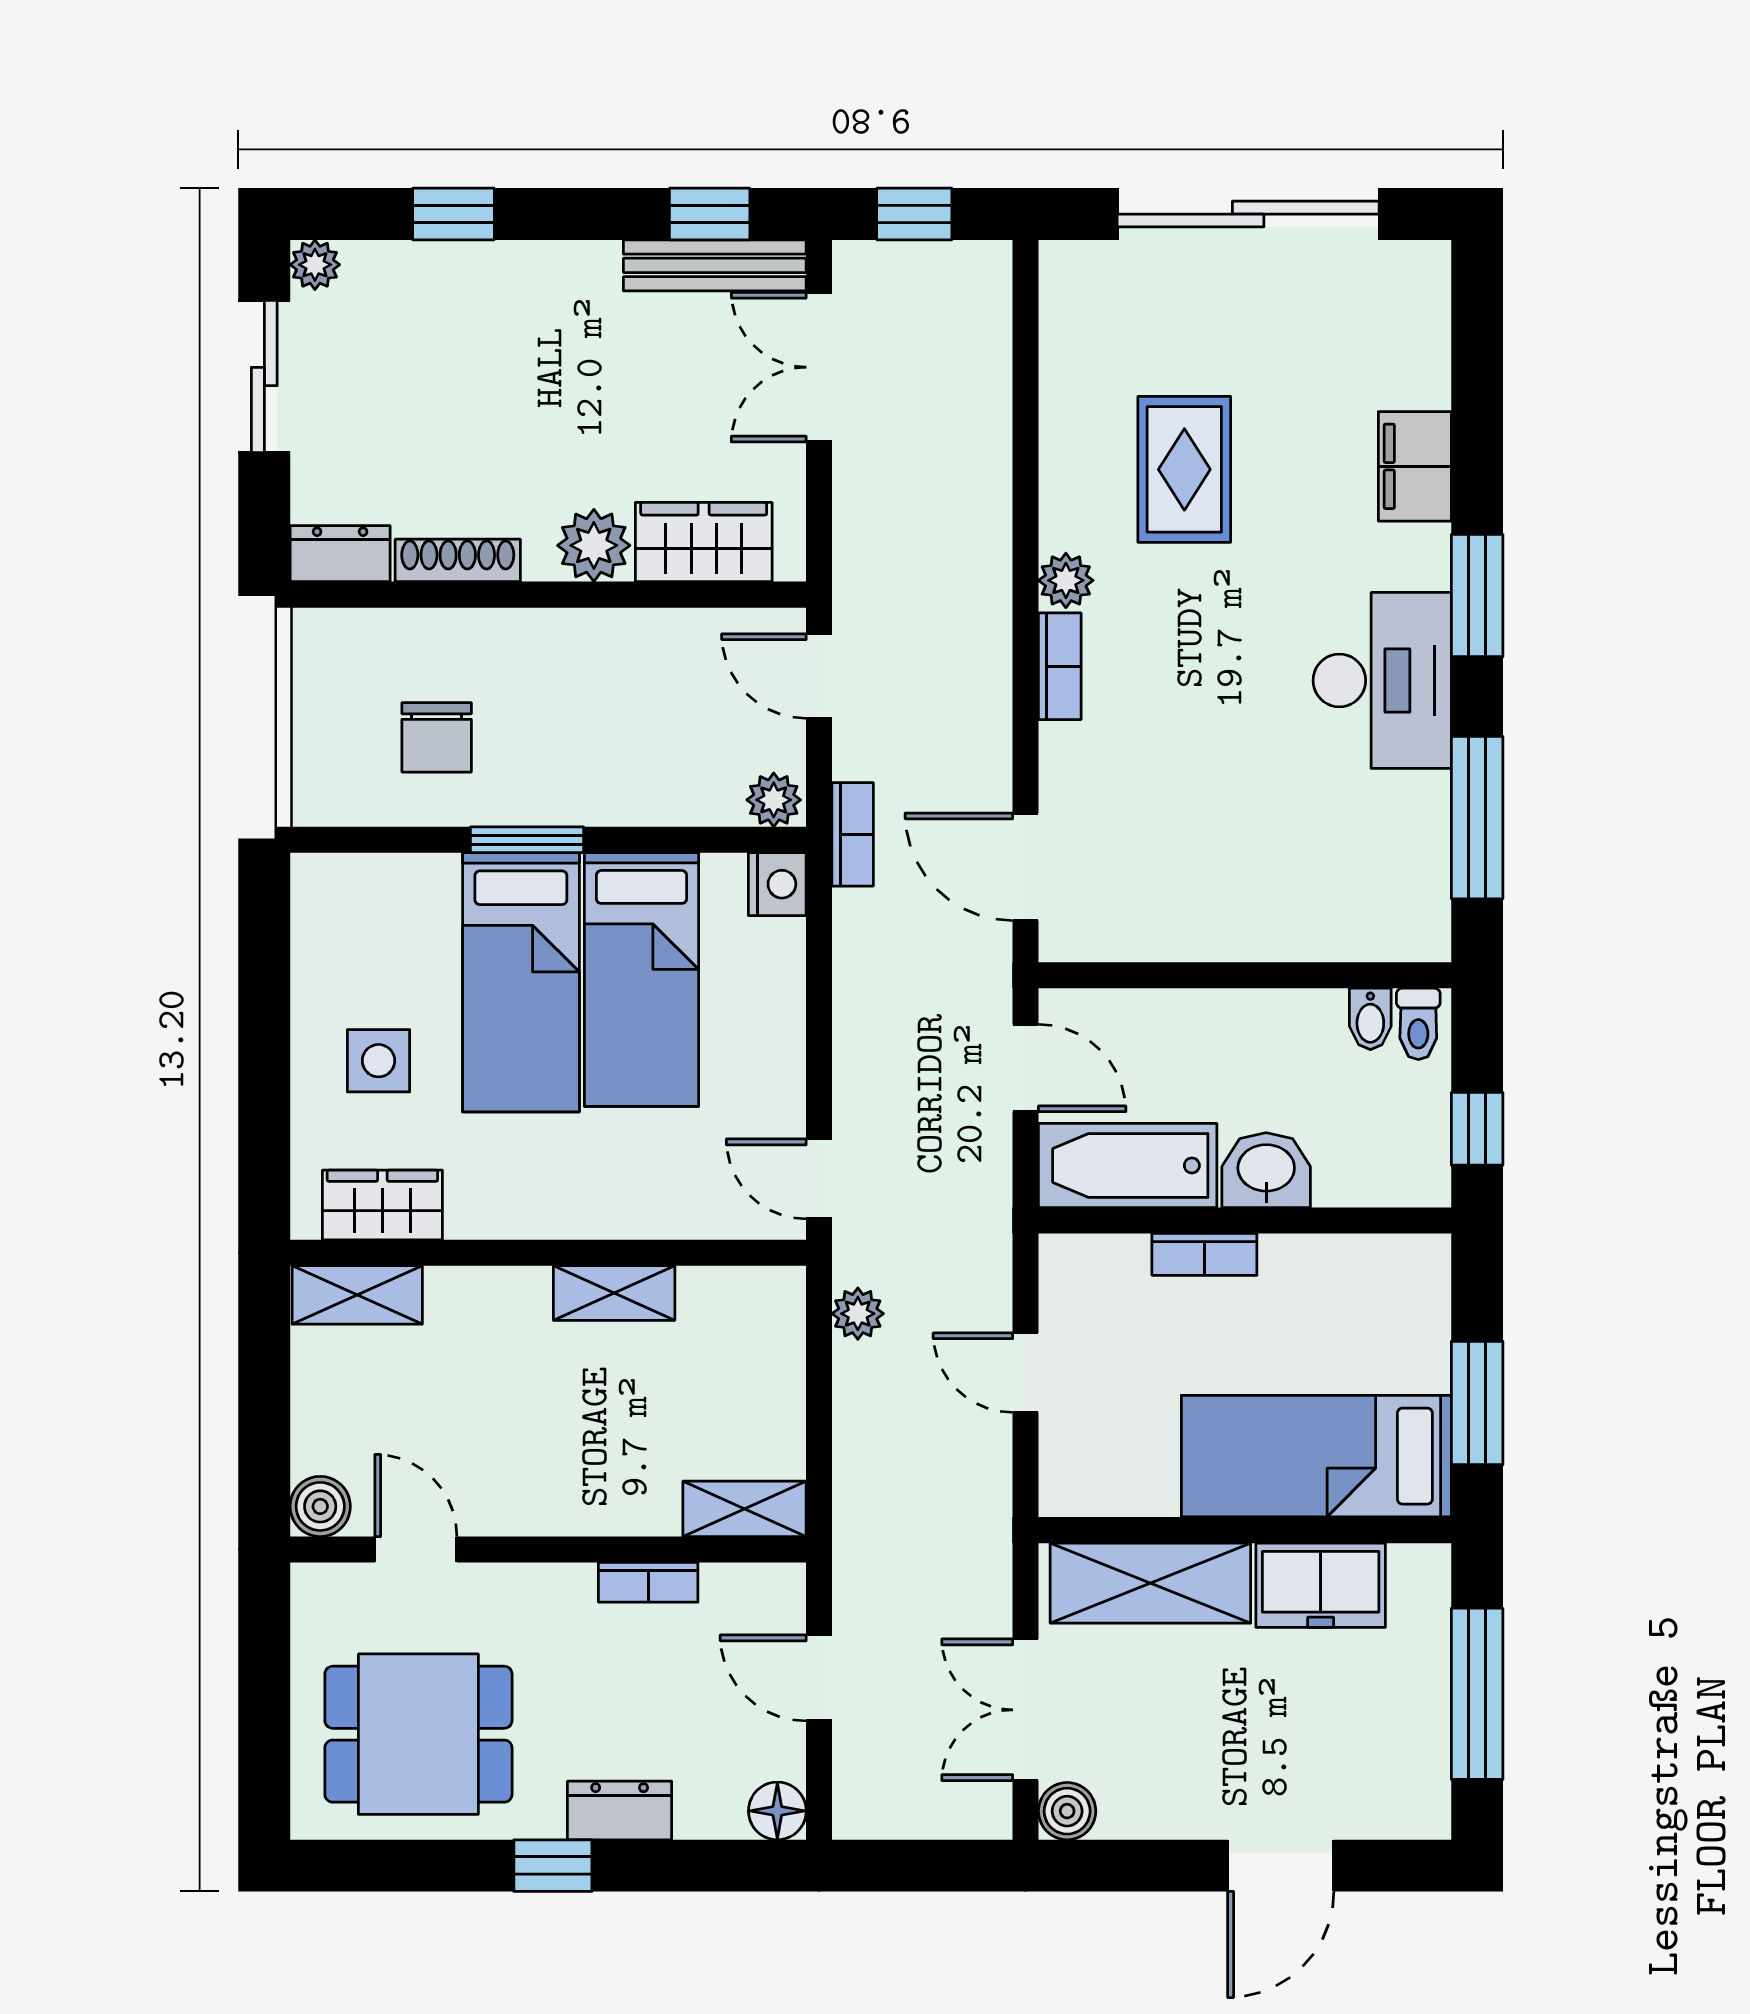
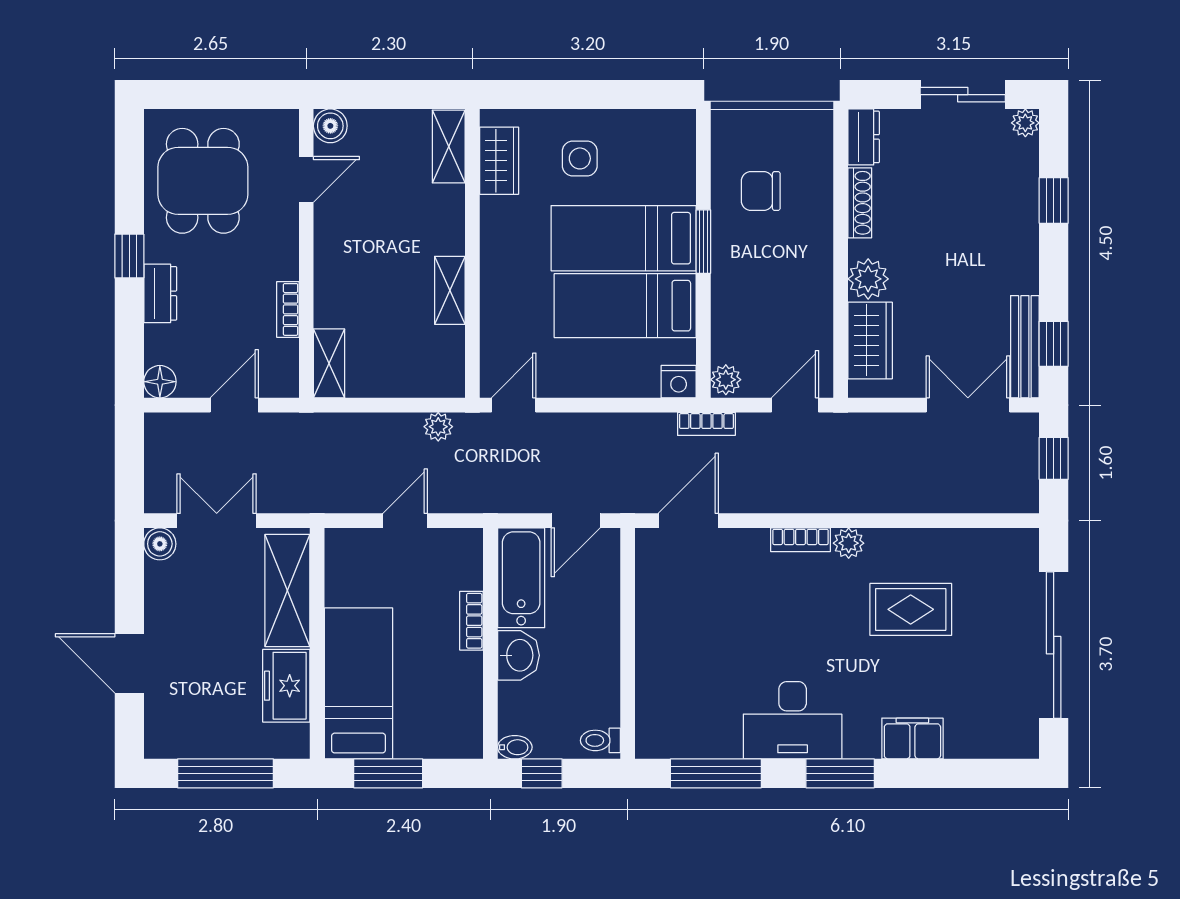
bidet: (1370, 1019) -> (515, 747), moved, turned 180

